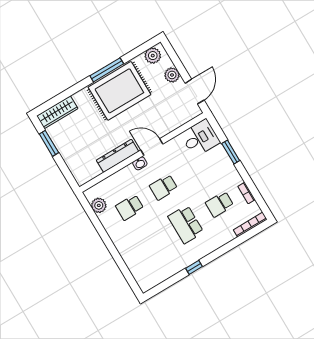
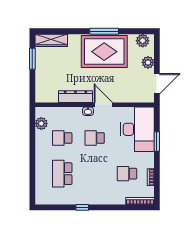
desk: (200, 138) -> (137, 129), width x1.87, depth x1.30
school desk: (186, 224) -> (62, 174), moved

